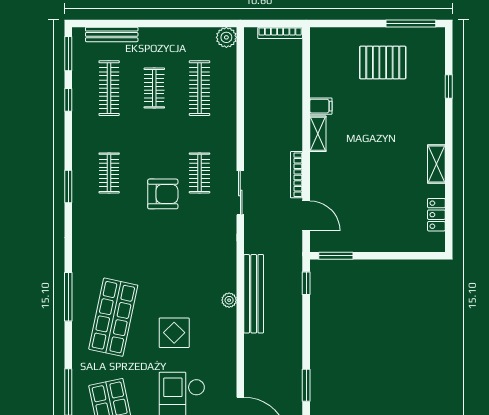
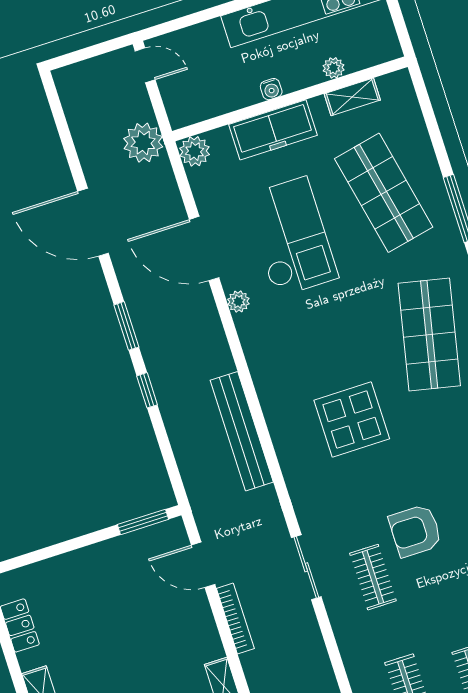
window: (306, 283) -> (147, 390), moved
plant: (229, 300) -> (238, 302), moved
display table: (174, 333) -> (352, 420), moved, width x1.36, depth x1.36

